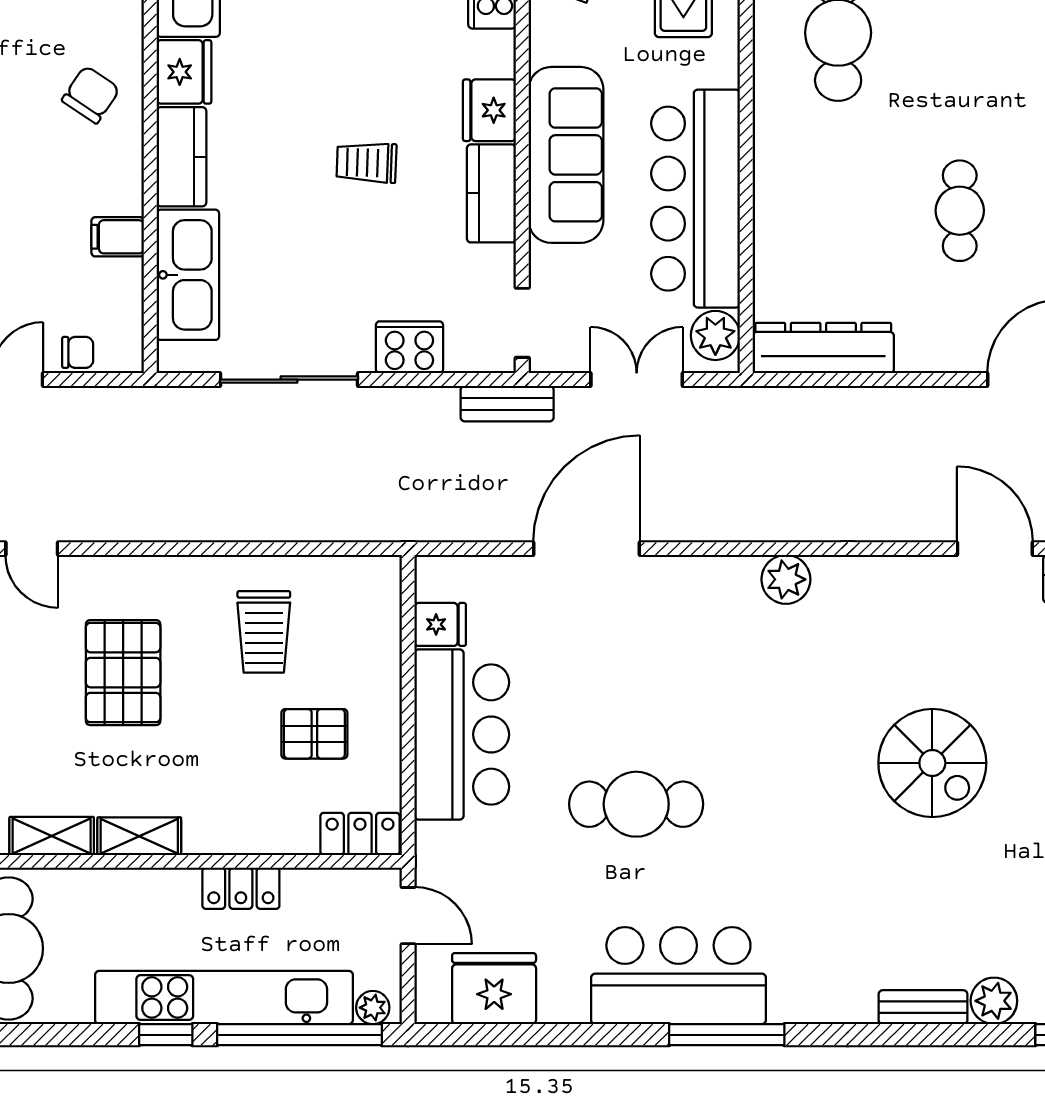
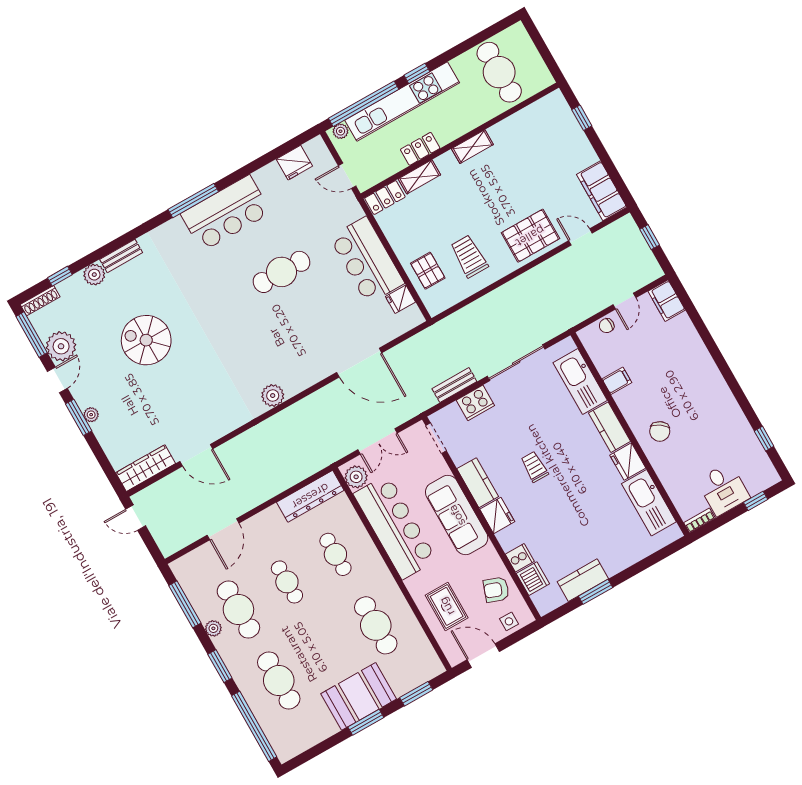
trolley: (367, 163) -> (534, 467), turned -92
cafe table: (838, 211) -> (335, 554), added
bench: (507, 404) -> (454, 385), moved
door: (586, 549) -> (359, 363), hinge flipped
pallet: (123, 673) -> (530, 236), moved, turned 90
pallet: (314, 734) -> (428, 271), moved, turned 90
spiral stairs: (932, 763) -> (146, 340), moved
shelving: (52, 836) -> (419, 177), moved
fridge: (494, 989) -> (294, 163), width x0.73, depth x0.75

